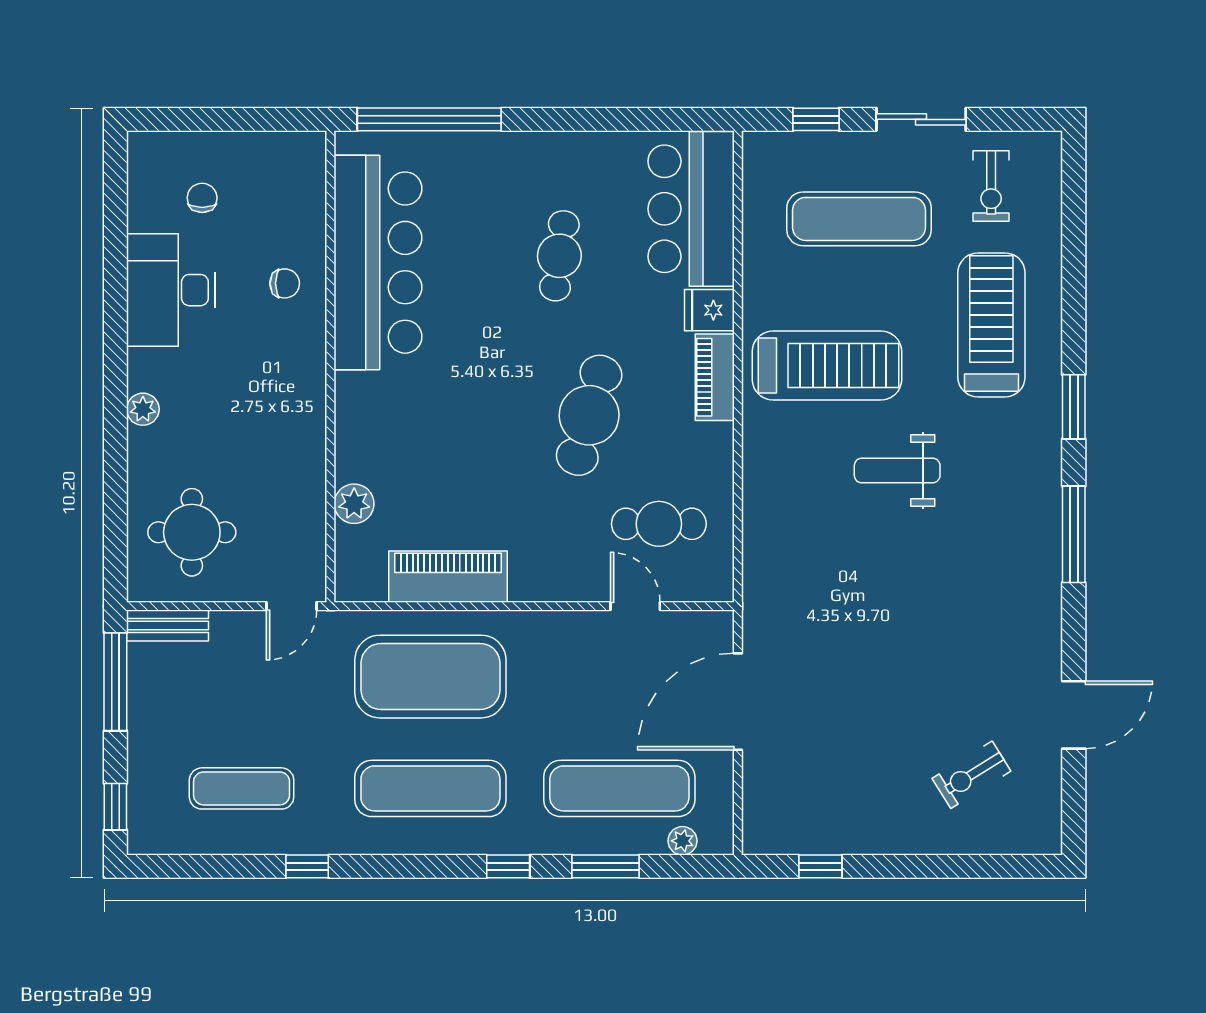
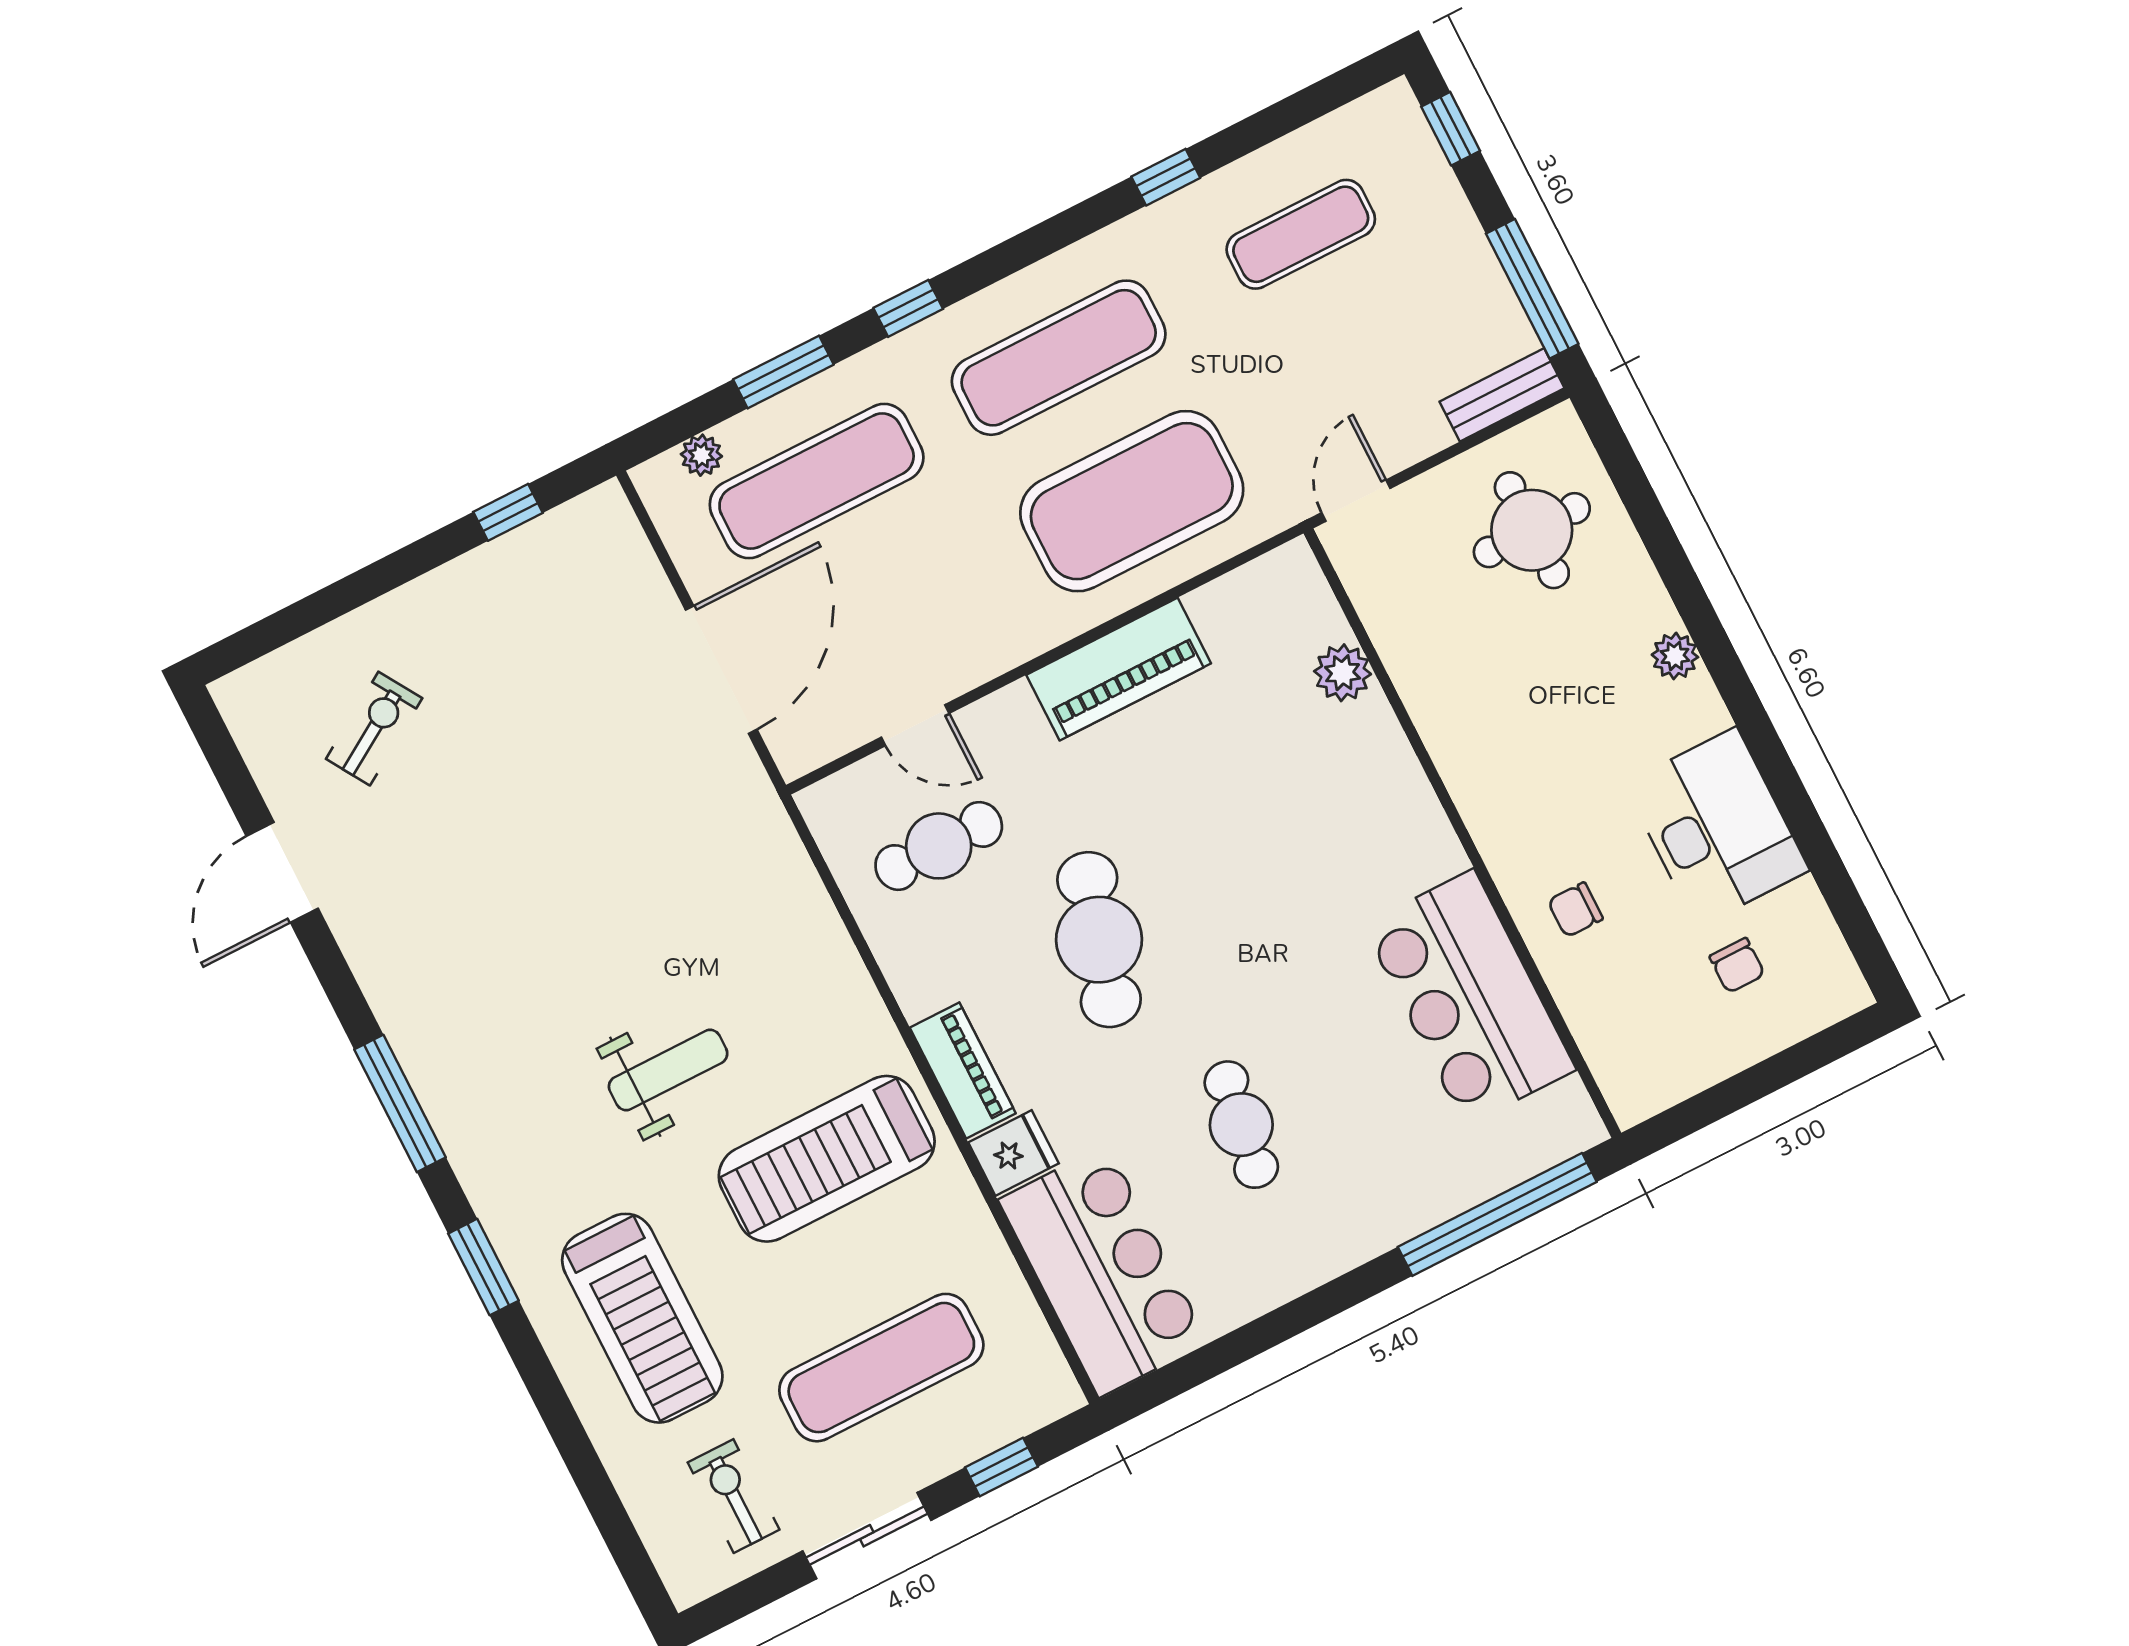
bar counter: (378, 263) -> (1469, 997), width x0.73
piano: (448, 577) -> (1119, 669), moved

